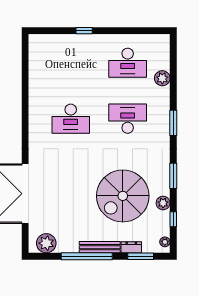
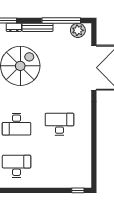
window: (84, 31) -> (78, 190), moved
window: (87, 256) -> (61, 21), moved

